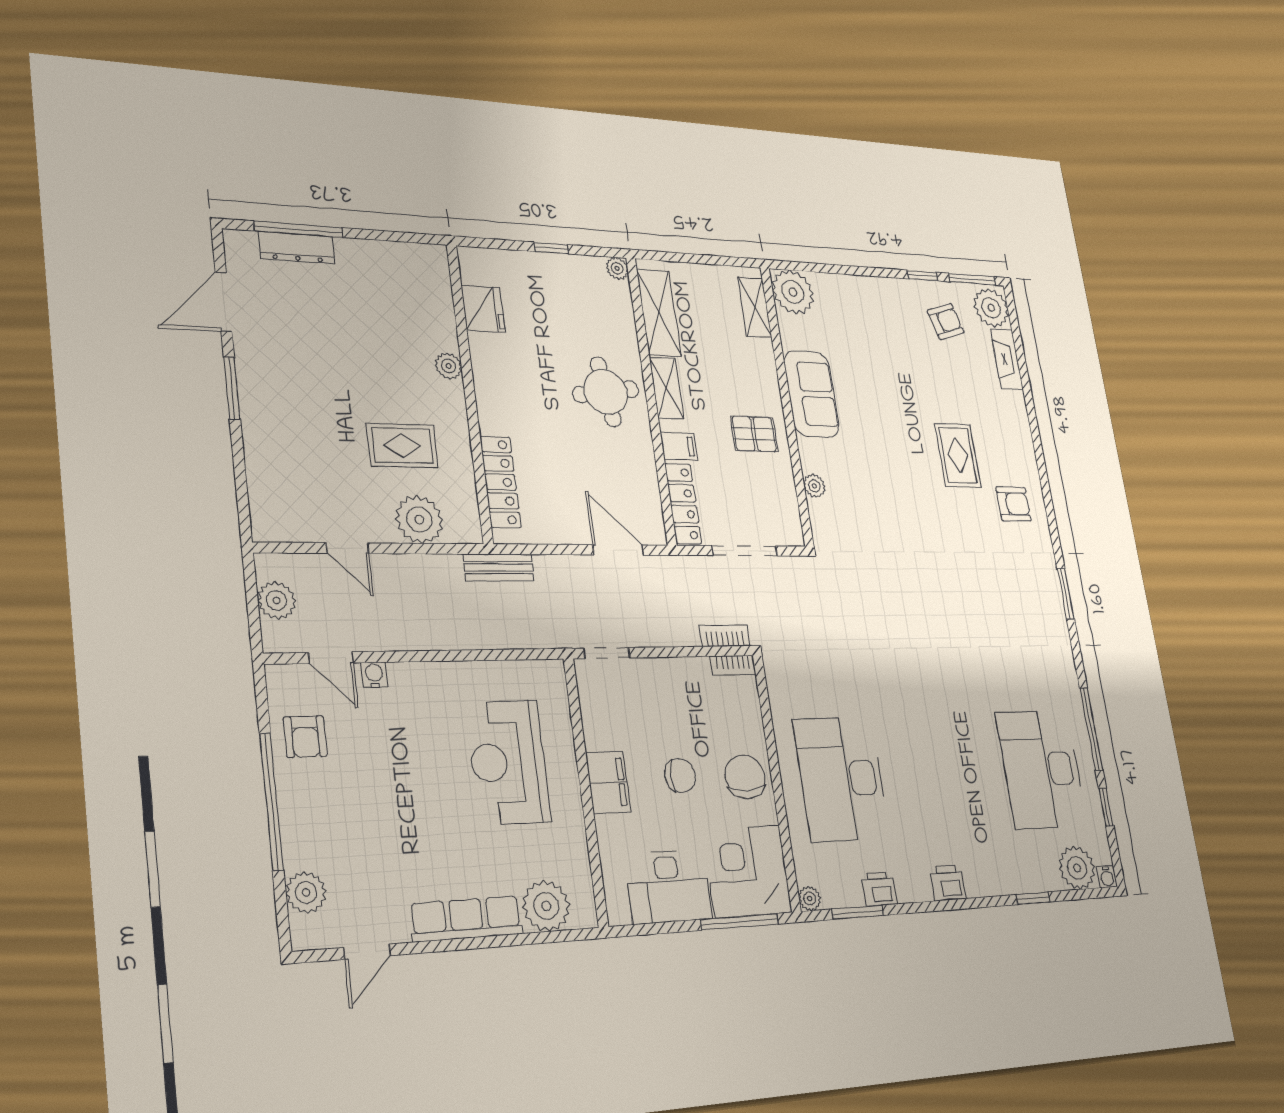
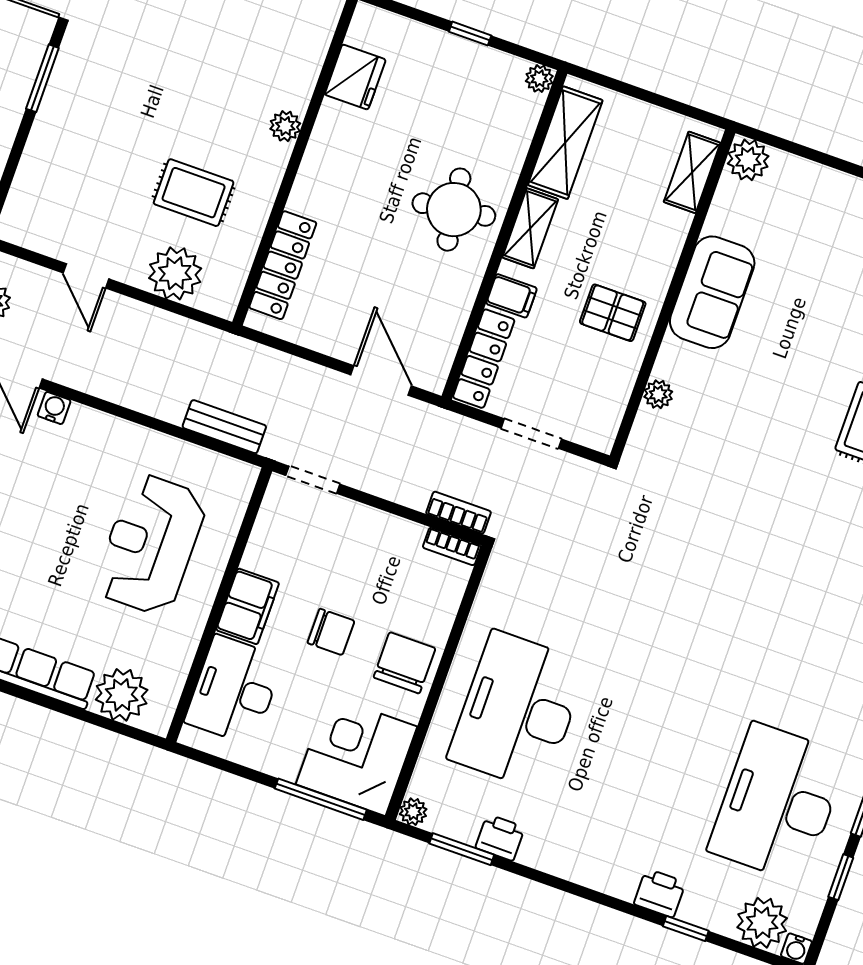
plant: (793, 292) -> (748, 160), width x0.73, depth x0.73
doorway: (745, 551) -> (531, 434), width x0.73
bench: (499, 568) -> (224, 427), moved
printer: (948, 883) -> (660, 893), moved
desk: (668, 887) -> (234, 690), moved, turned 90

